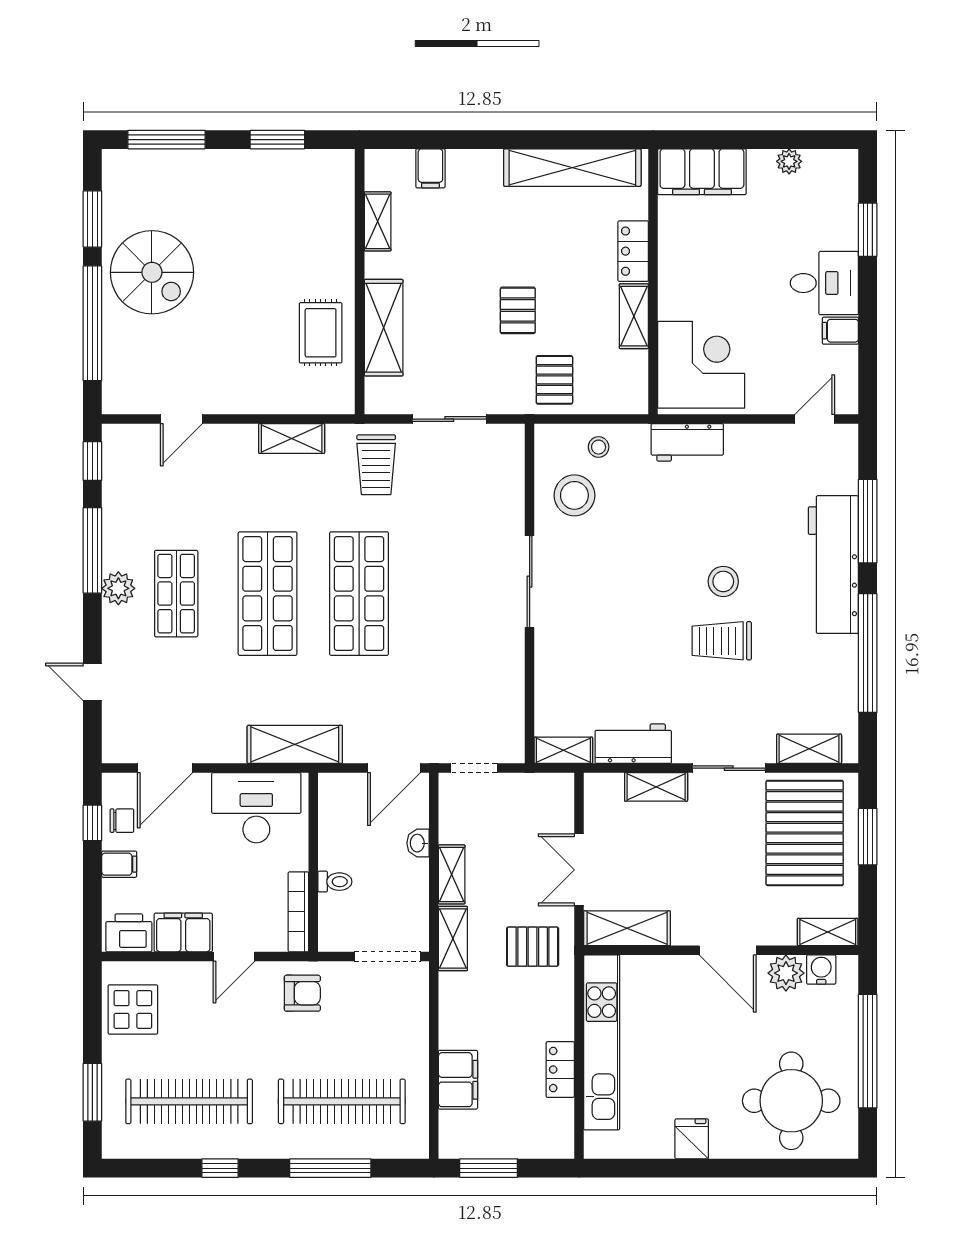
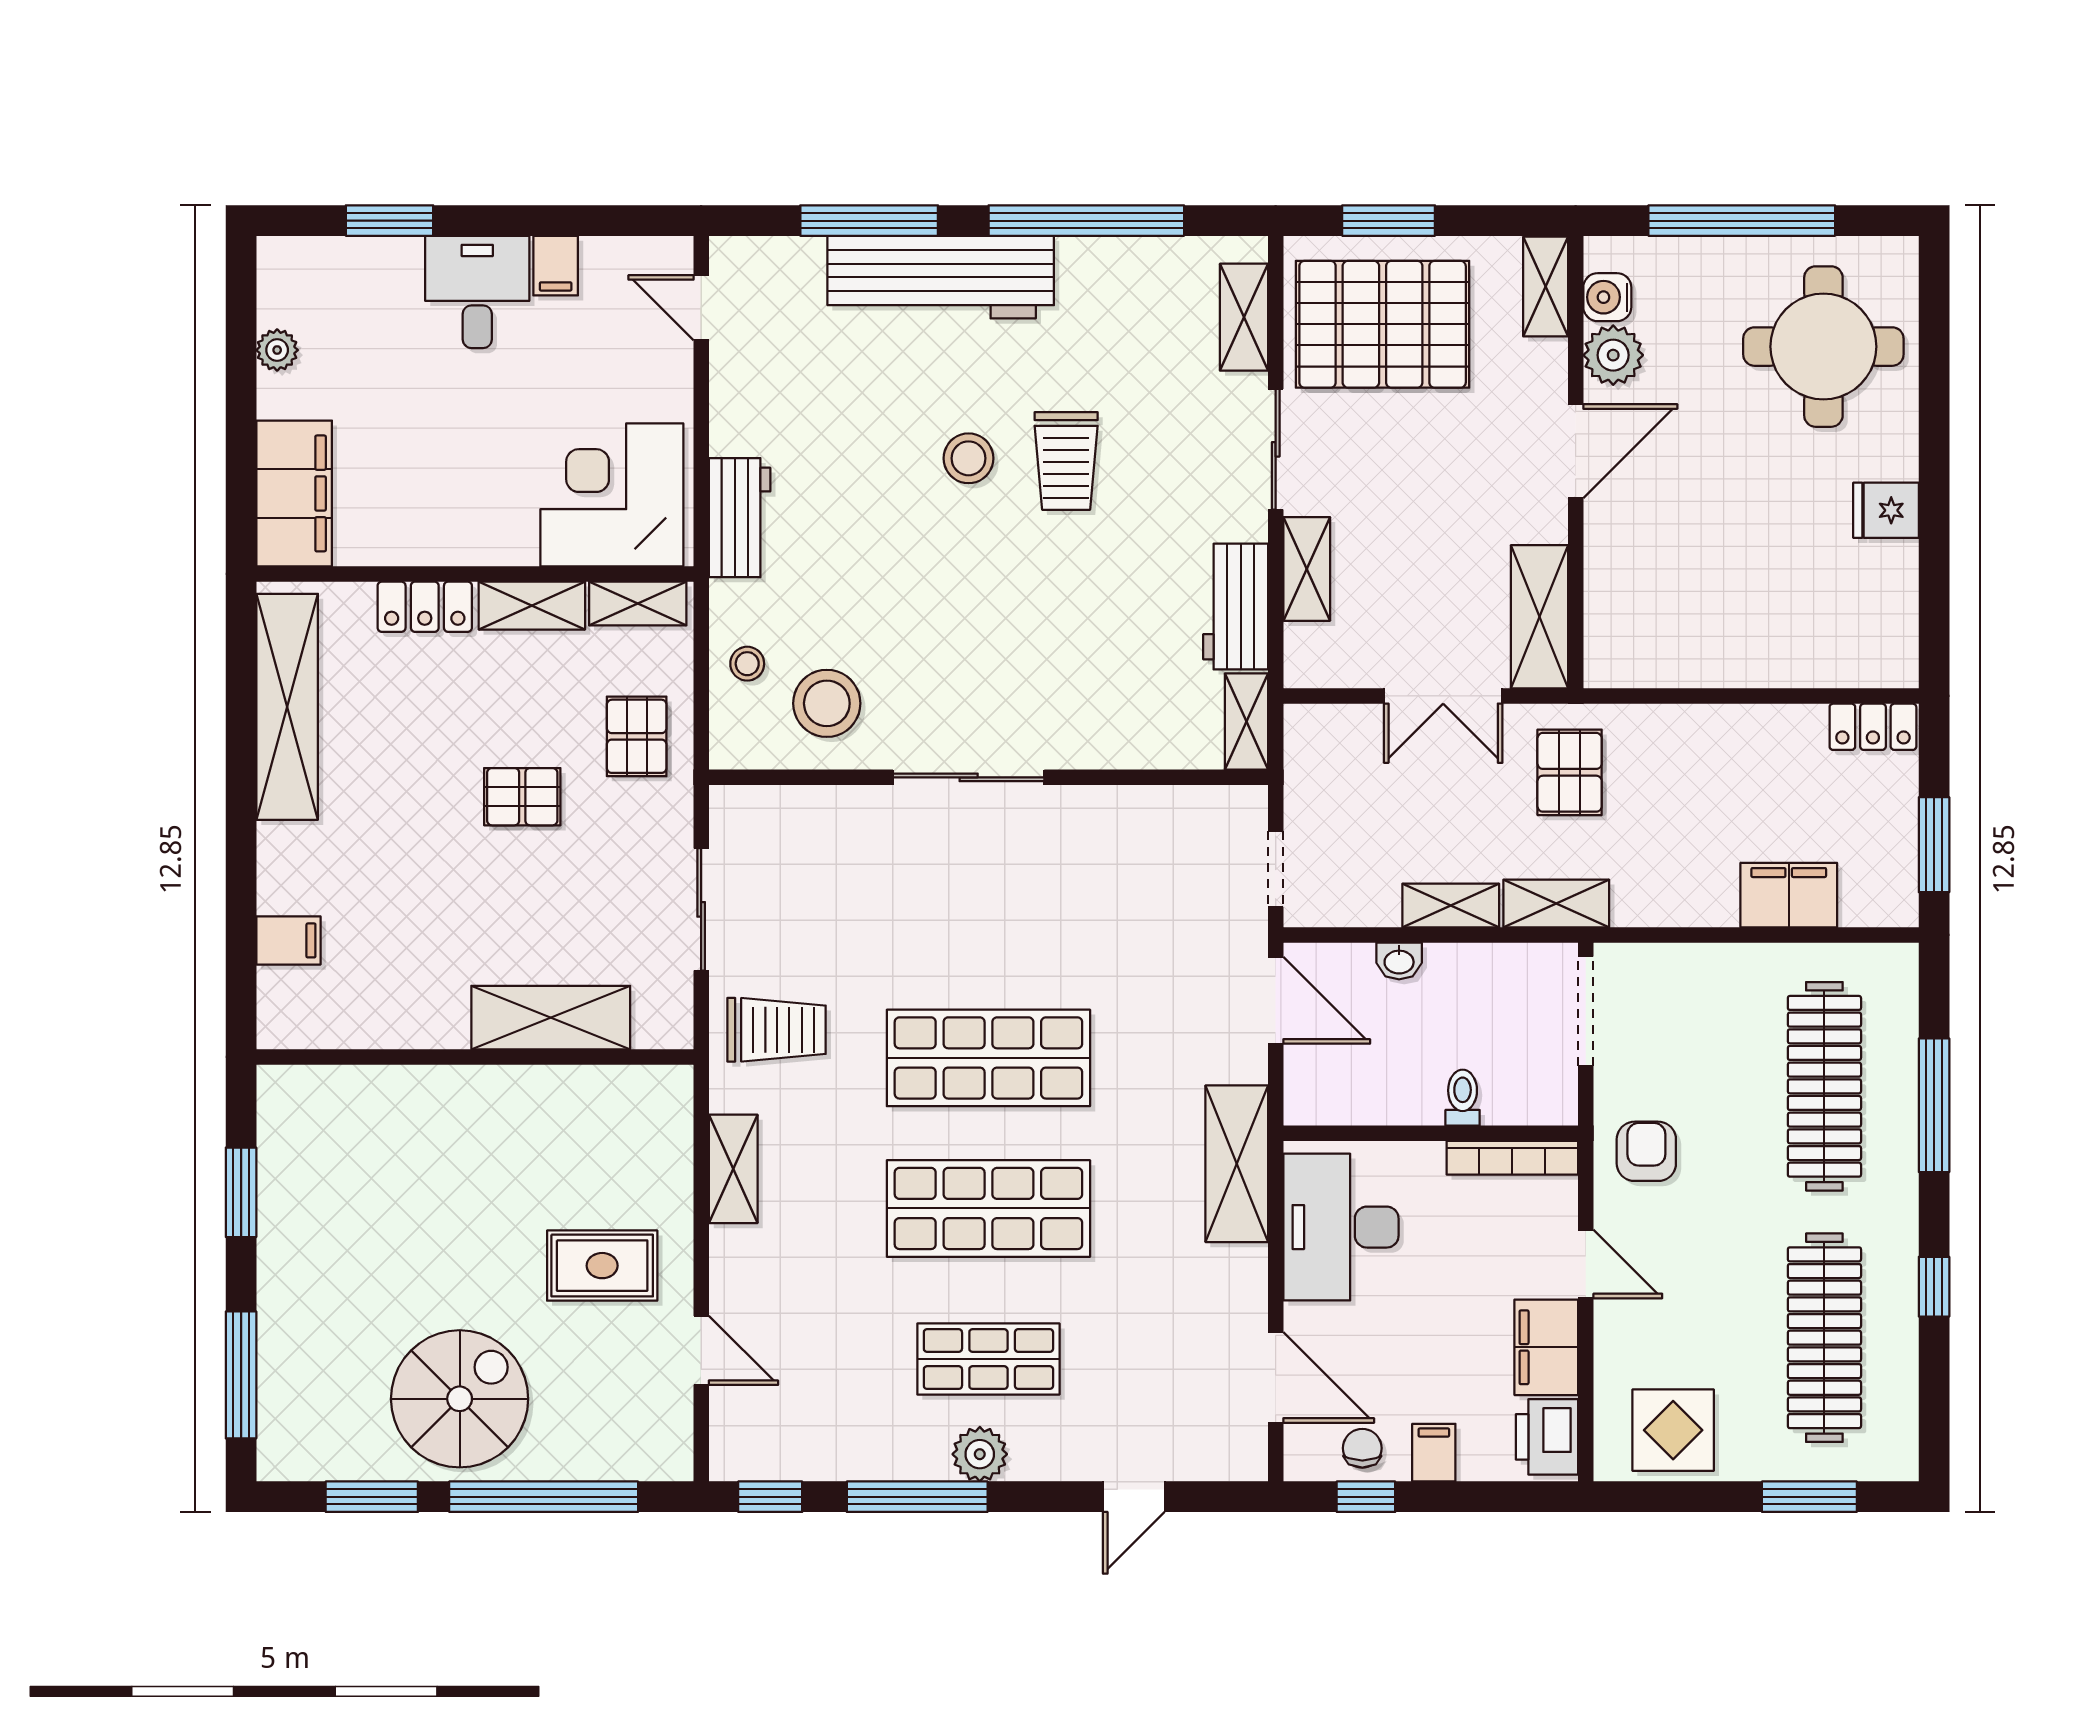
shelving: (378, 221) -> (638, 603), moved
rug: (321, 333) -> (602, 1266), moved
pallet: (554, 380) -> (637, 736), turned 90
kitchen unit: (602, 1042) -> (1727, 659), removed
locker: (560, 1070) -> (1873, 727), moved

